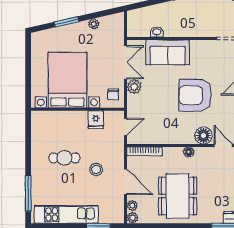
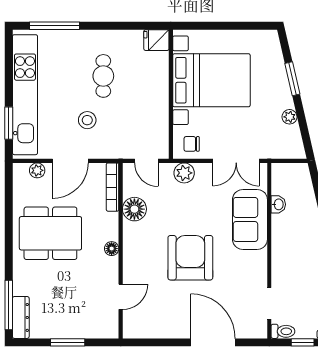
plant: (134, 87) -> (184, 173), moved
fridge: (96, 120) -> (156, 40), moved
floor lamp: (203, 136) -> (134, 209), moved
kitchen unit: (66, 214) -> (25, 95), width x1.36
plant: (132, 218) -> (20, 171), removed

